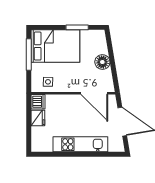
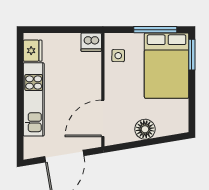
window: (77, 27) -> (192, 55), moved
fridge: (38, 118) -> (33, 51), moved, turned -90

